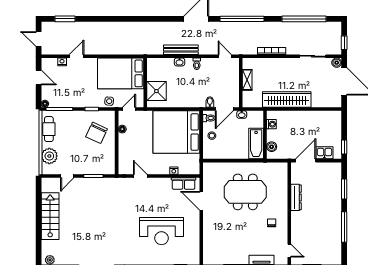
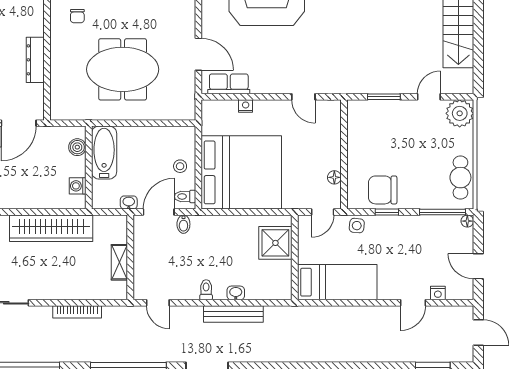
bed: (121, 73) -> (337, 282), width x0.67
chair: (97, 133) -> (383, 190), moved, turned -115
plant: (49, 156) -> (460, 113), moved

